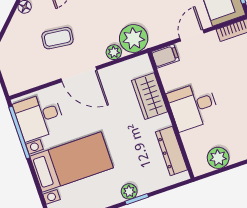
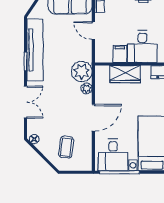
coffee table: (57, 38) -> (66, 147), moved
filing cabinet: (165, 56) -> (120, 54), moved

